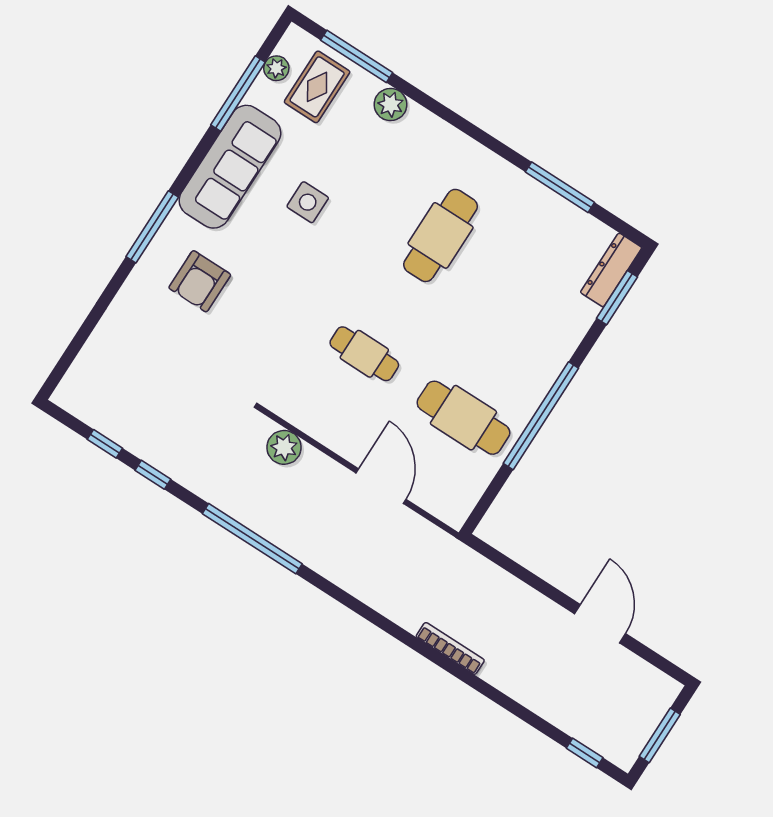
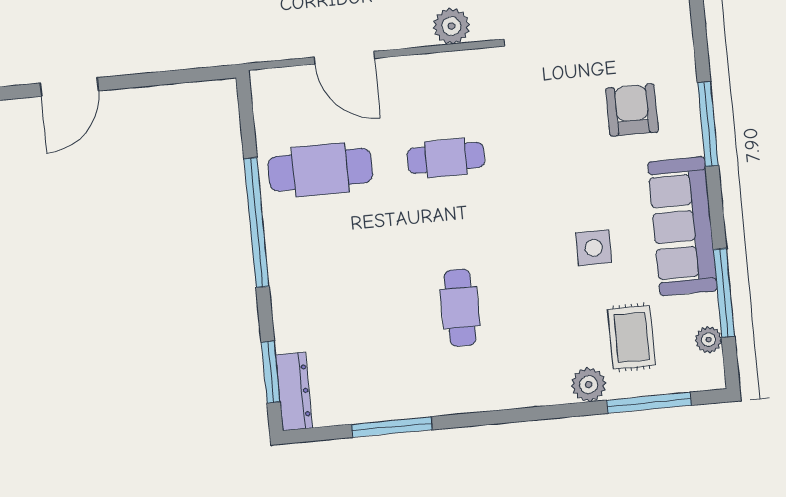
rug: (317, 87) -> (632, 337), moved
cafe table: (441, 235) -> (460, 308), width x0.73, depth x0.74
door: (600, 624) -> (69, 87), hinge flipped

